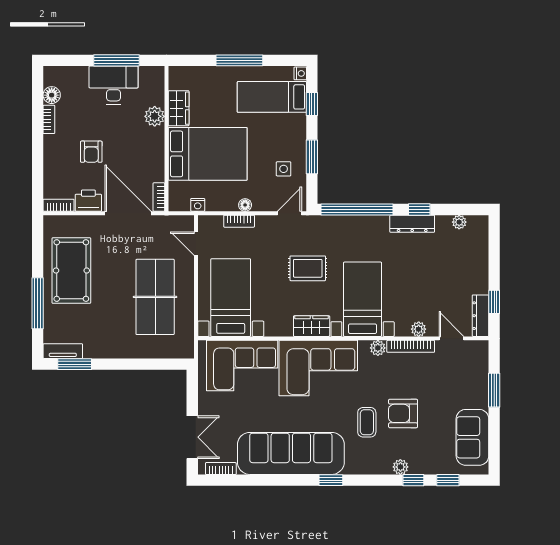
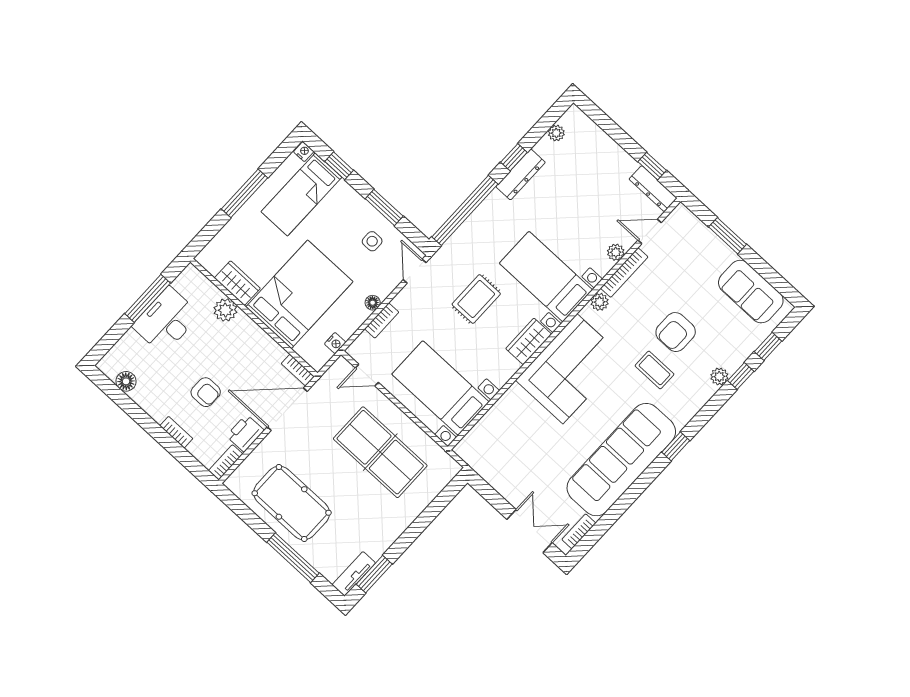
bookcase: (49, 119) -> (176, 432), moved
corner sofa: (242, 366) -> (508, 432), removed

